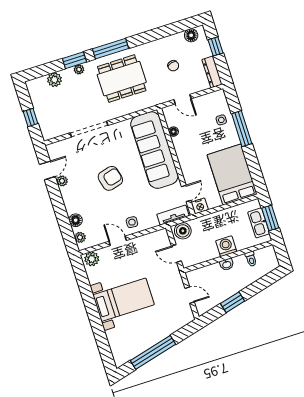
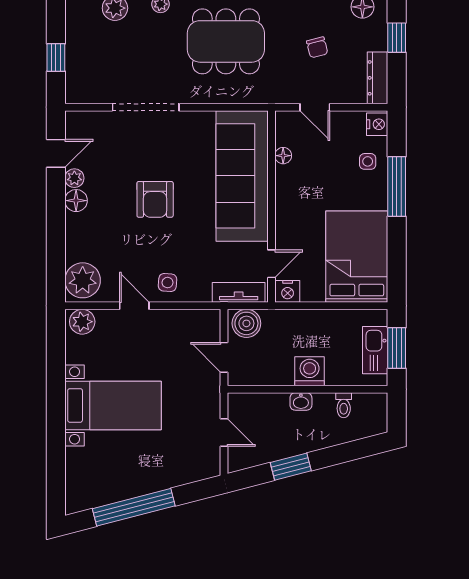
nightstand: (220, 98) -> (377, 124), added
armchair: (110, 178) -> (155, 199), turned 105
floor lamp: (76, 220) -> (76, 201), moved
plant: (80, 237) -> (83, 280), width x1.87, depth x1.87

